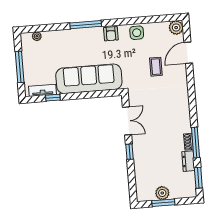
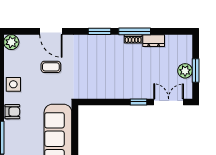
door: (188, 53) -> (51, 31), moved
double door: (127, 121) -> (169, 102), moved
window: (198, 178) -> (100, 31), moved

